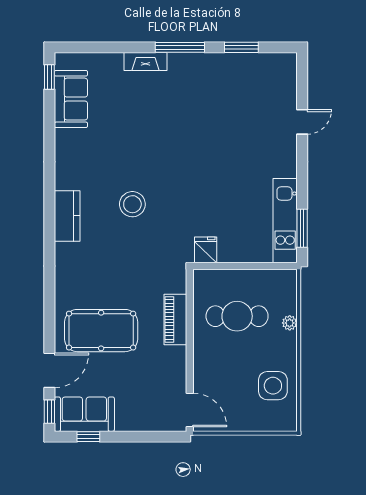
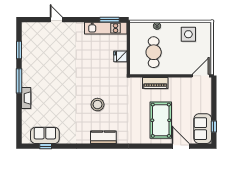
window: (49, 77) -> (46, 146), moved
fridge: (206, 250) -> (120, 56), moved
window: (49, 412) -> (201, 146), removed

